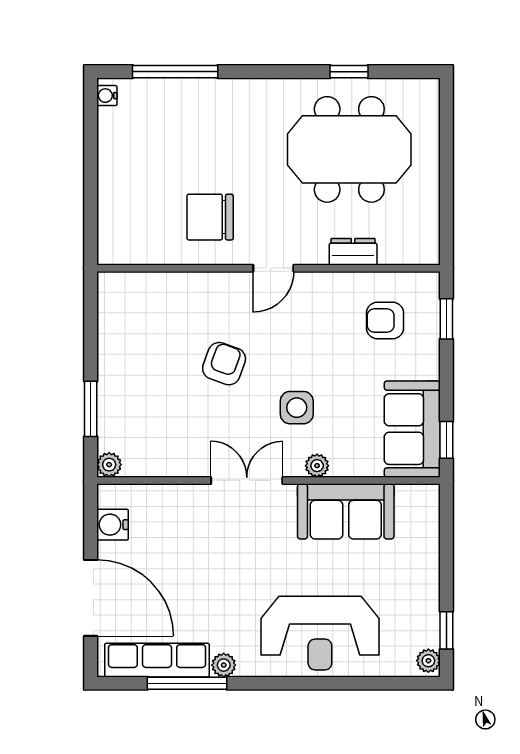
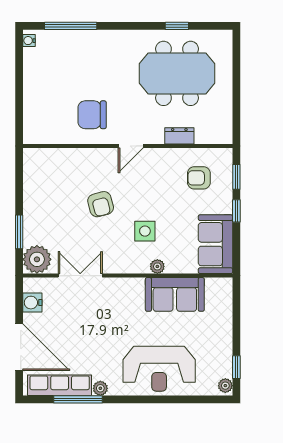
armchair: (224, 364) -> (101, 204), turned 145
window: (446, 440) -> (236, 211), moved
plant: (109, 465) -> (37, 259), width x1.87, depth x1.87
double door: (247, 480) -> (80, 276), moved

